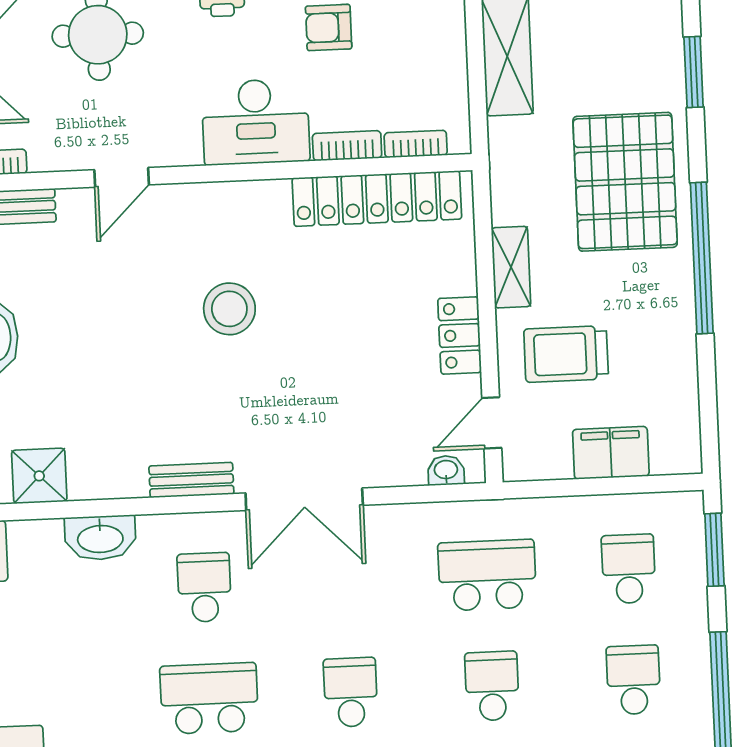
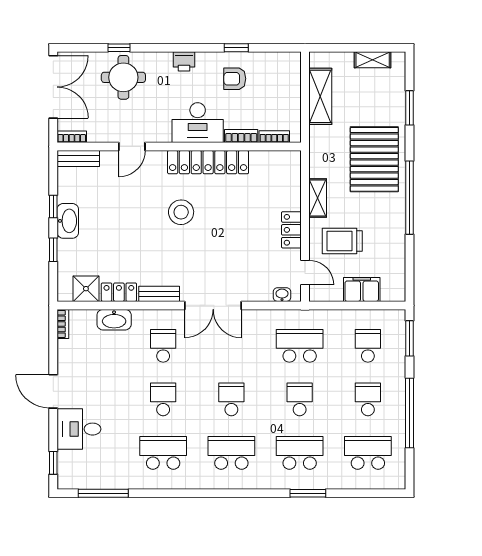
locker: (377, 199) -> (208, 162), moved
door: (492, 423) -> (305, 273), swing flipped
locker: (108, 480) -> (119, 292), added
school desk: (209, 698) -> (163, 399), width x0.54

